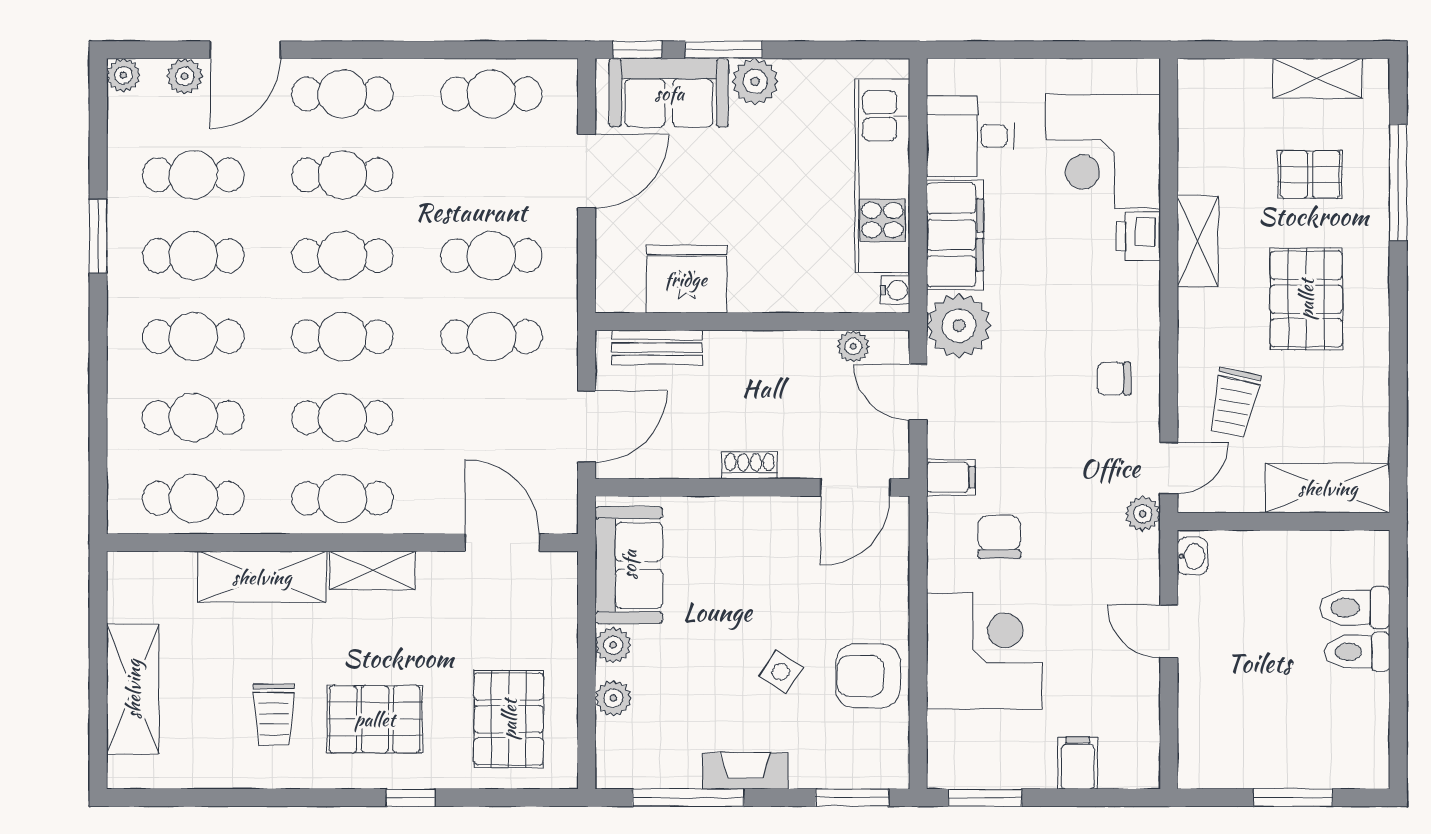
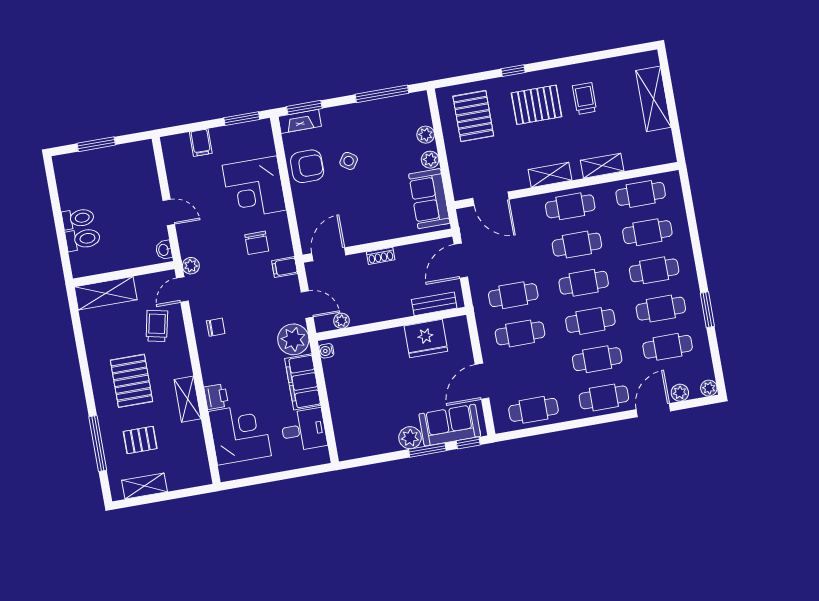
kitchen unit: (882, 176) -> (342, 404), removed
shelving: (262, 577) -> (602, 166), width x0.67, depth x0.75
fireplace: (745, 771) -> (300, 121), moved

